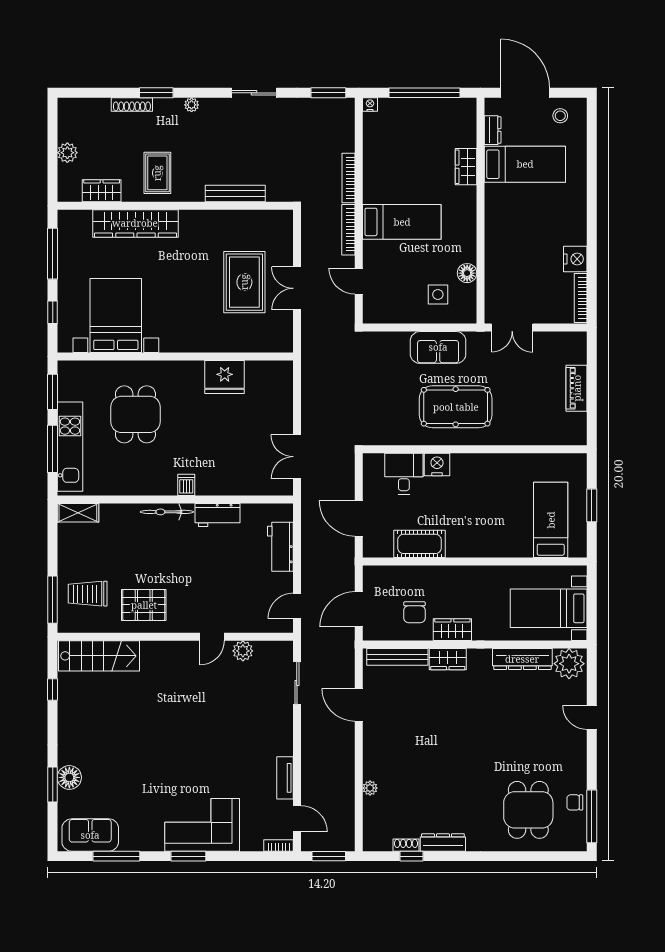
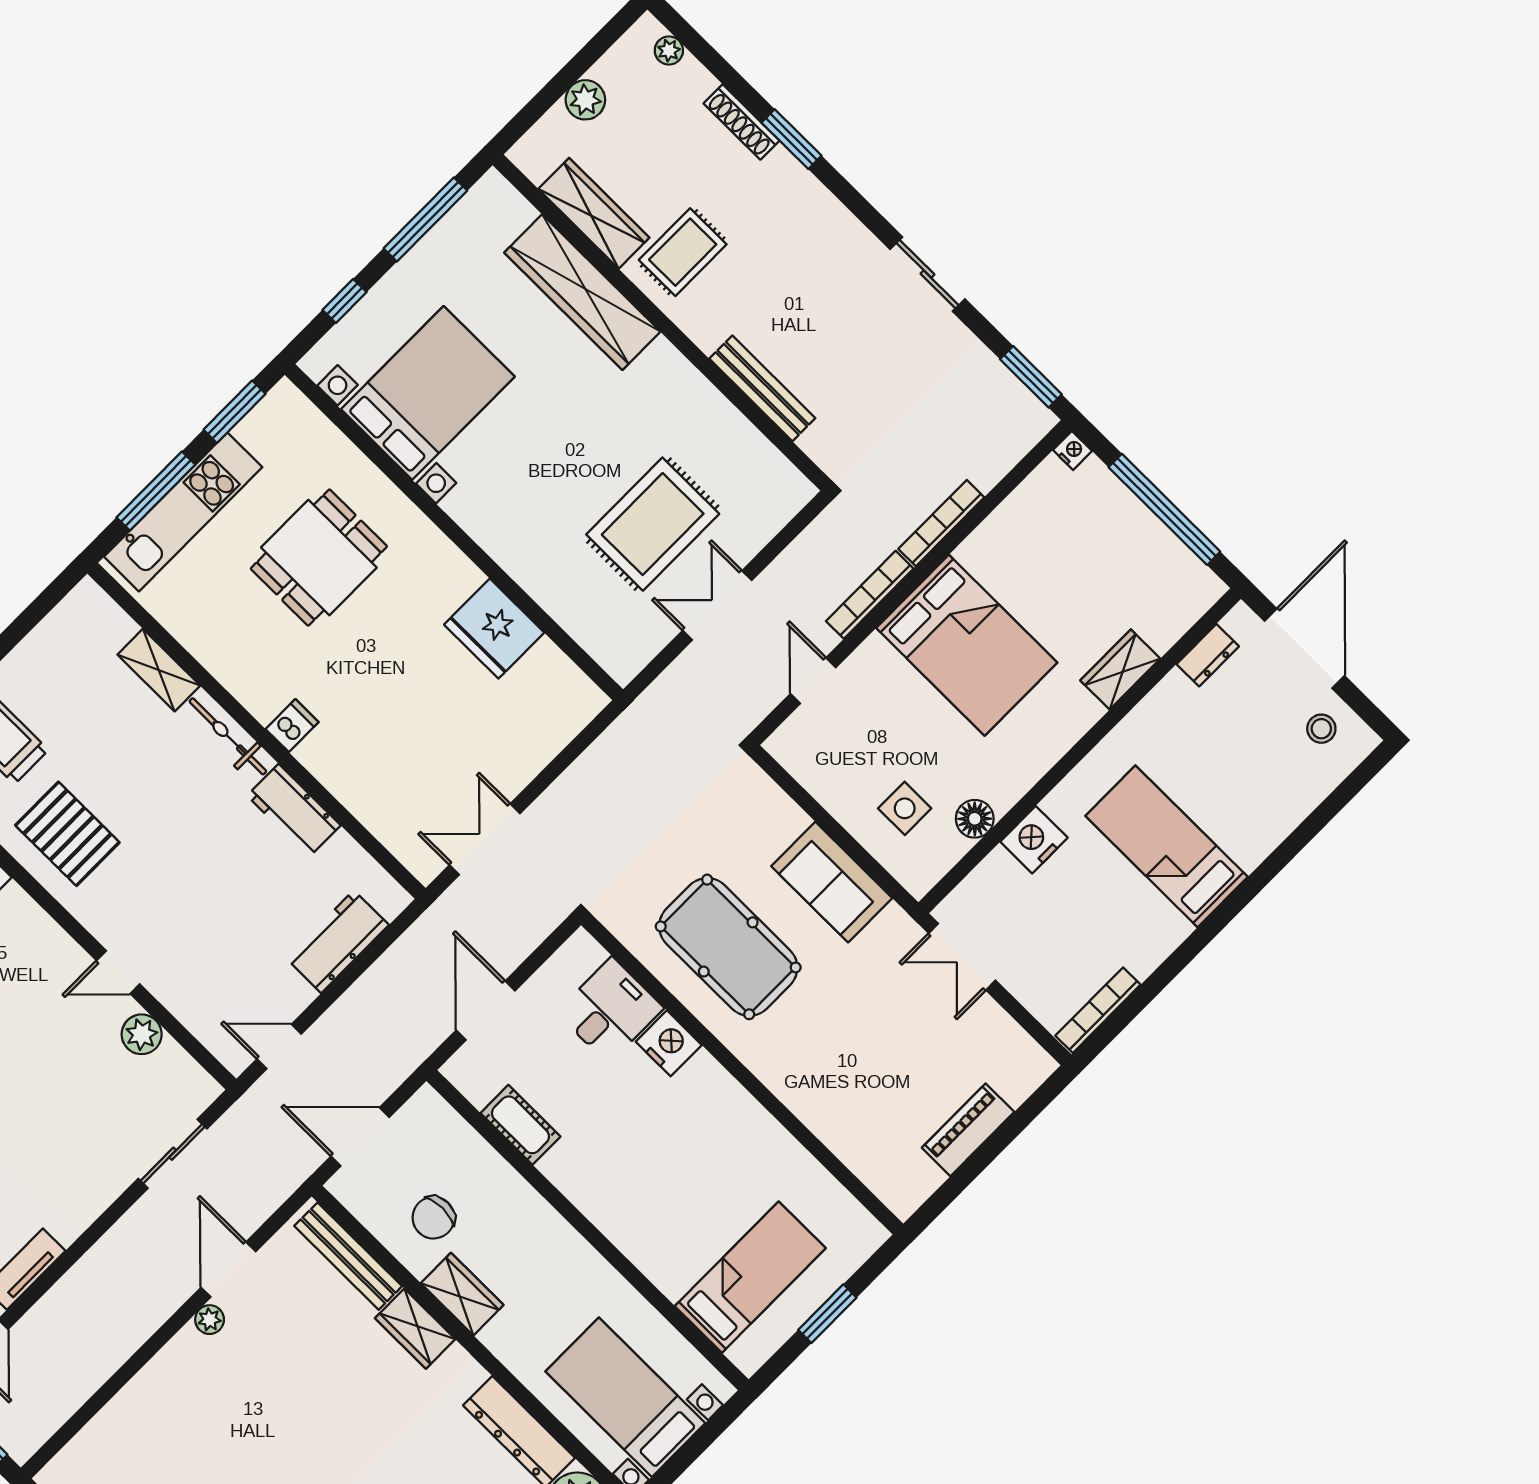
plant: (192, 105) -> (669, 50), moved
bed: (525, 164) -> (1167, 846), moved, turned 180
wardrobe: (102, 191) -> (594, 213), width x1.50
bed: (402, 222) -> (967, 645), width x1.50
nightstand: (575, 259) -> (1034, 840), moved, turned 180
pool table: (456, 407) -> (728, 947), moved
shelving: (78, 513) -> (159, 670), moved
cot: (420, 544) -> (520, 1125), width x0.73, depth x0.75
plant: (370, 788) -> (210, 1320), moved

